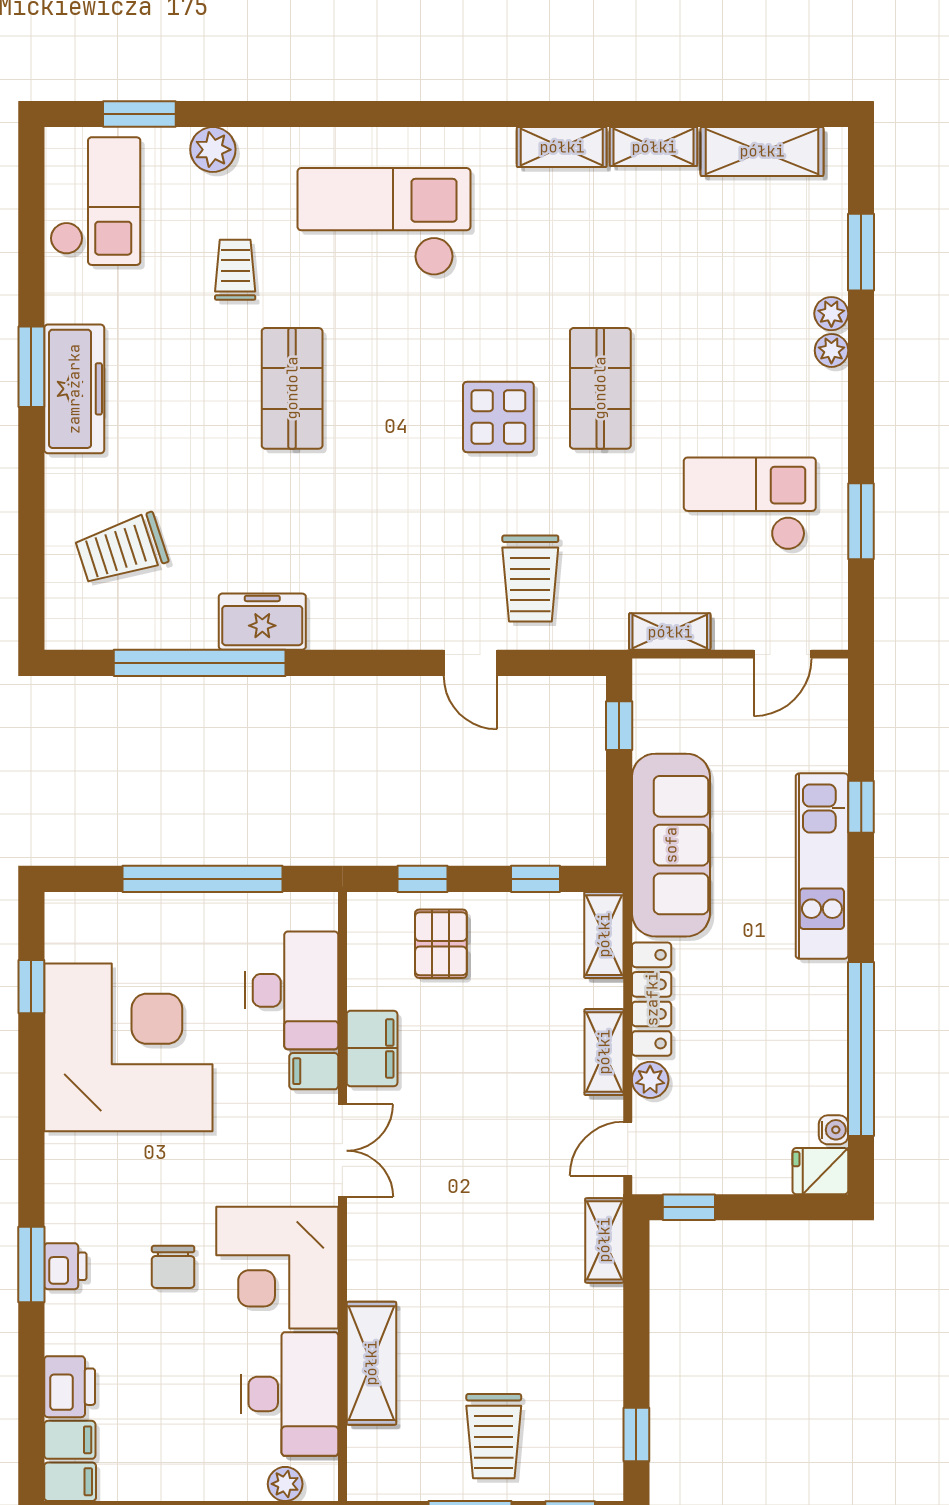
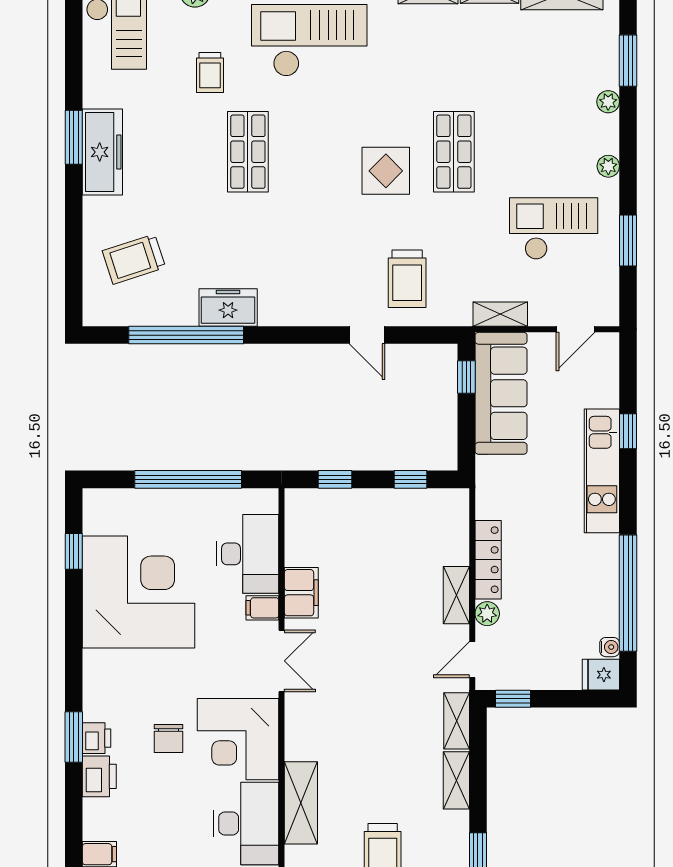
trolley: (235, 270) -> (210, 72), turned 180
plant: (831, 350) -> (608, 166), moved
sofa: (671, 845) -> (501, 393), moved
shelving: (604, 935) -> (456, 780), moved
pallet: (441, 944) -> (347, 523), removed
printer: (70, 1387) -> (99, 776), moved

